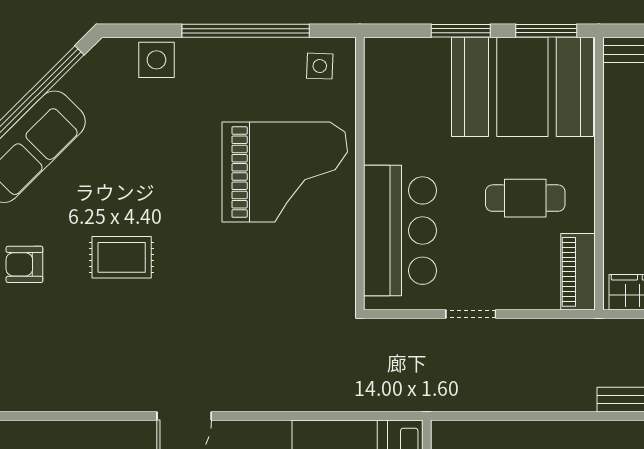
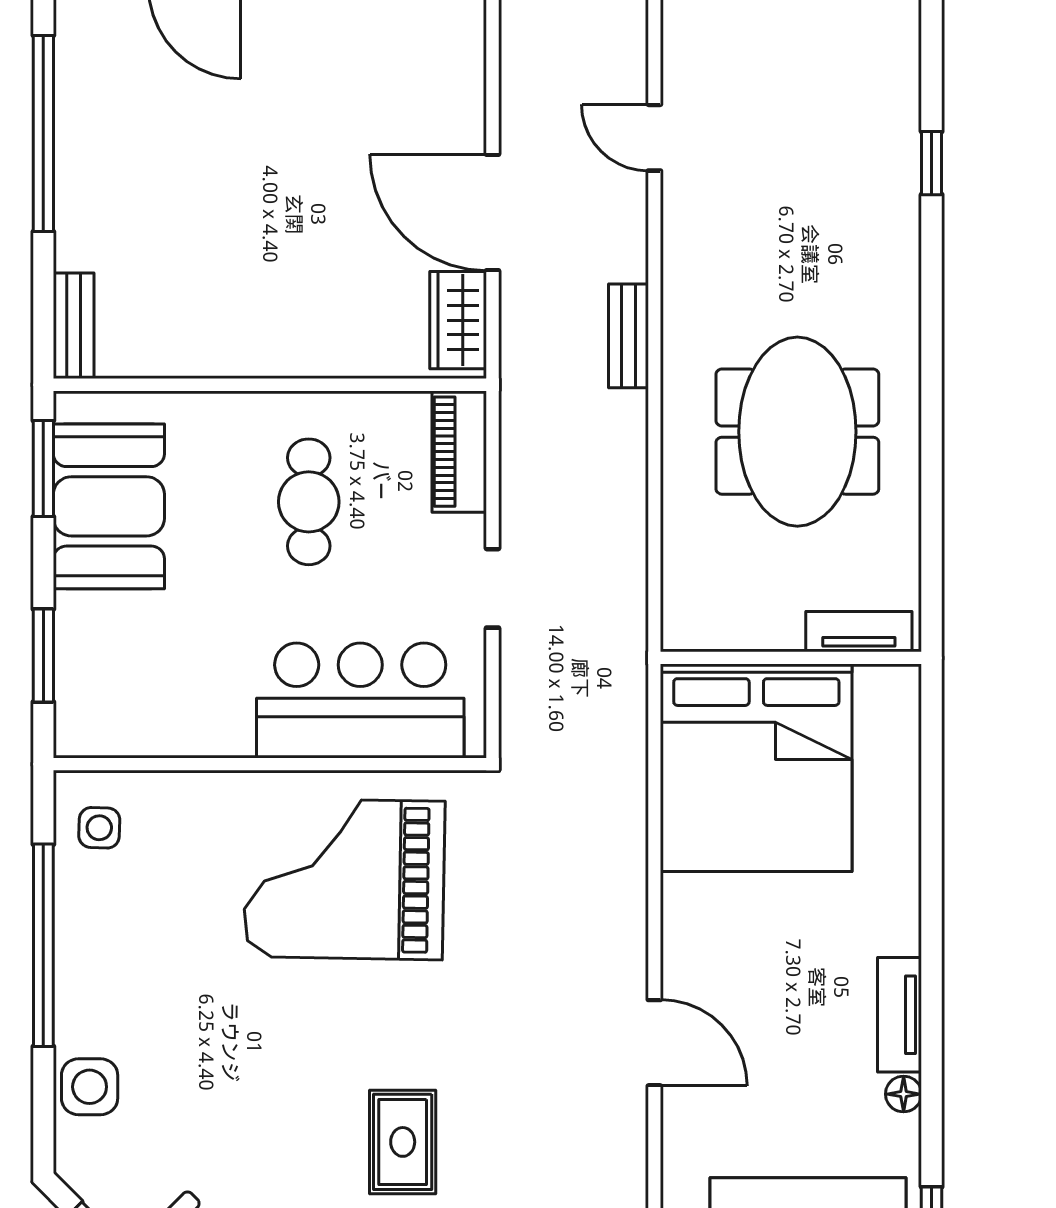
window: (461, 31) -> (43, 656), moved
booth: (522, 87) -> (109, 506), width x0.73, depth x0.70
grand piano: (285, 172) -> (344, 879), moved, turned -89
piano: (578, 272) -> (459, 452), moved, turned 90

